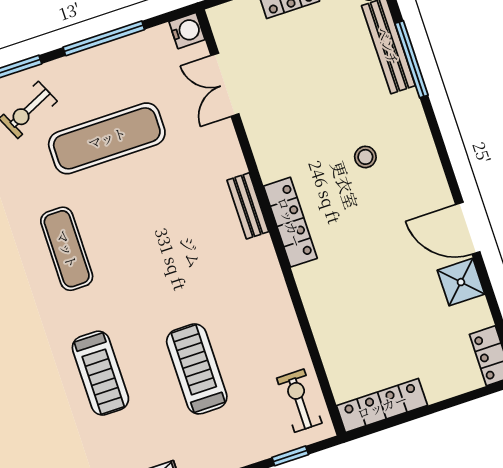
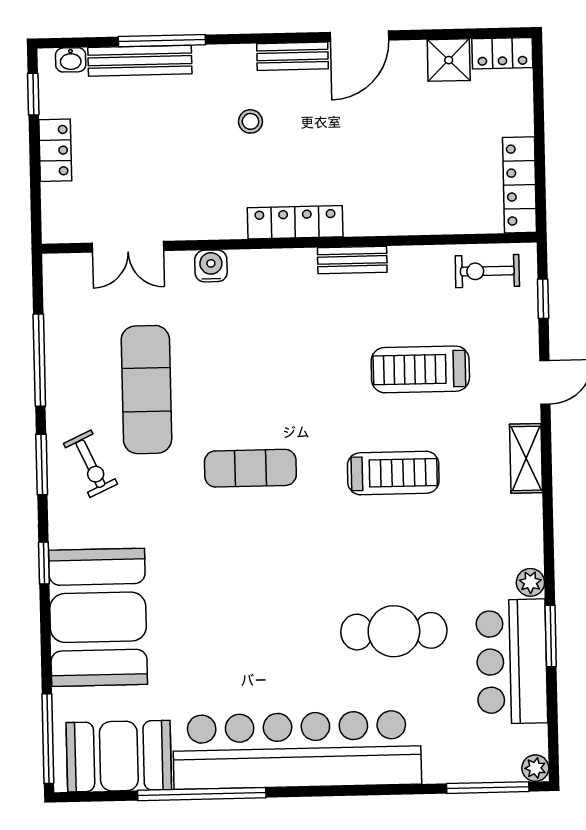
water cooler: (187, 31) -> (211, 266), moved
bench: (433, 176) -> (292, 56), added
bench: (248, 206) -> (352, 260), moved
shower: (461, 282) -> (449, 60), moved

